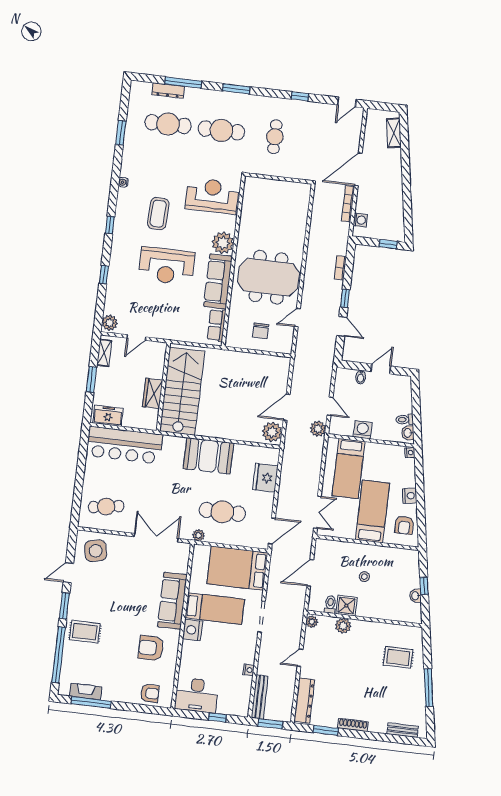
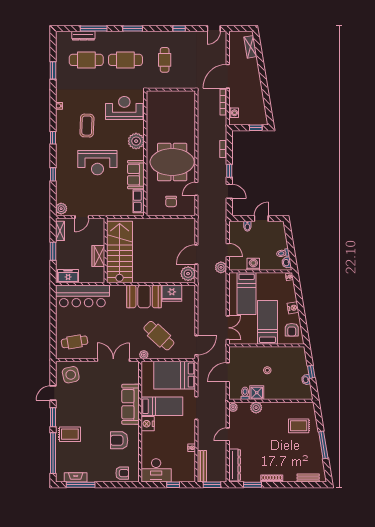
sofa: (218, 281) -> (136, 175), width x0.73
fridge: (265, 478) -> (172, 293), moved, turned -90
cafe table: (222, 512) -> (159, 336), turned 43

